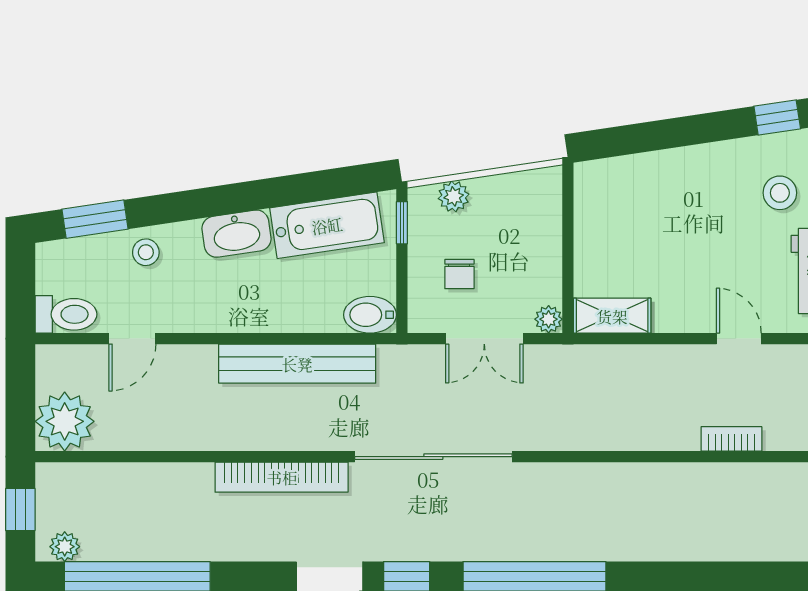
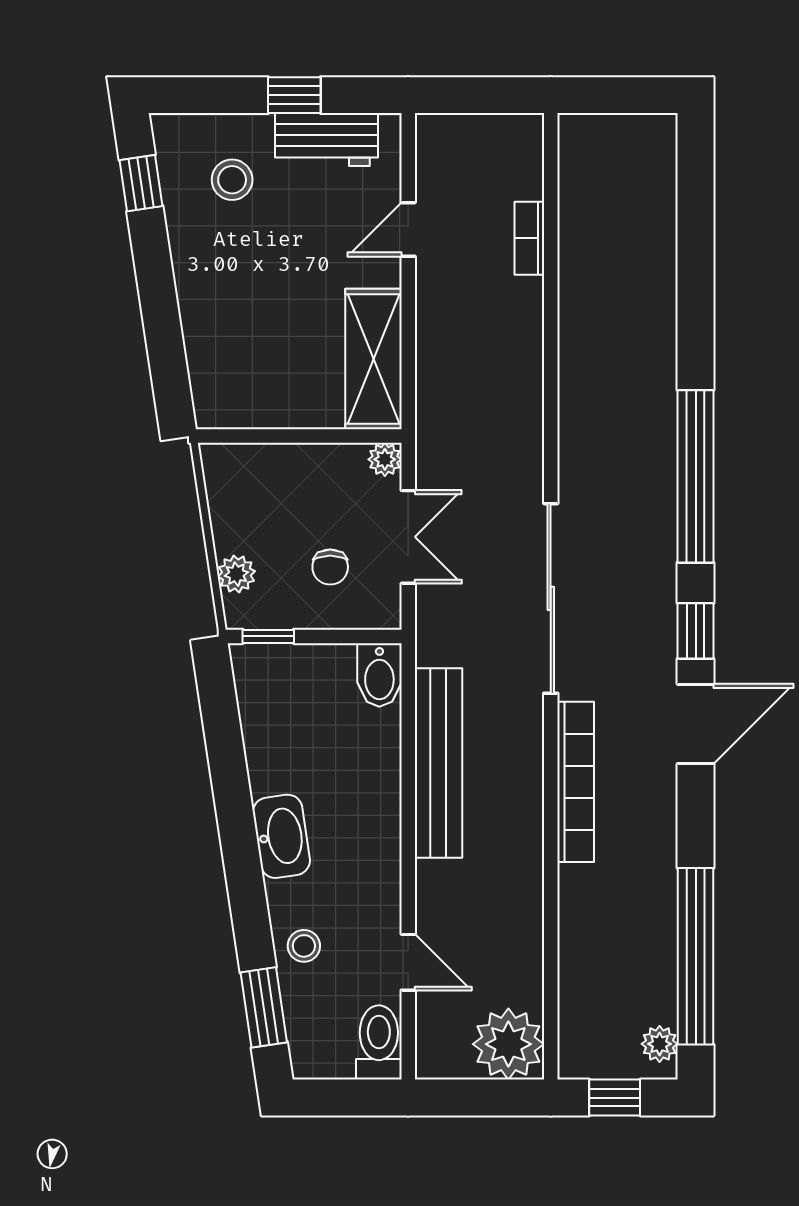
bathtub: (327, 225) -> (271, 727), removed
chair: (459, 274) -> (330, 567), turned 90
shelving: (612, 316) -> (373, 359), width x1.50, depth x1.33

